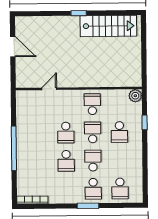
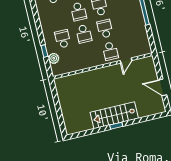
stairs: (108, 26) -> (114, 115), moved
plant: (135, 96) -> (54, 58), moved
school desk: (92, 104) -> (110, 51), moved

